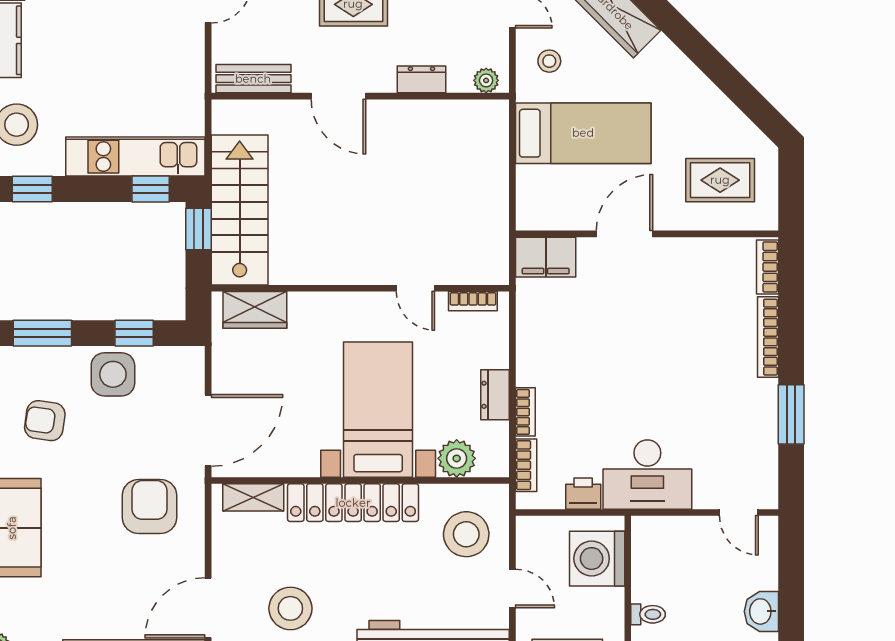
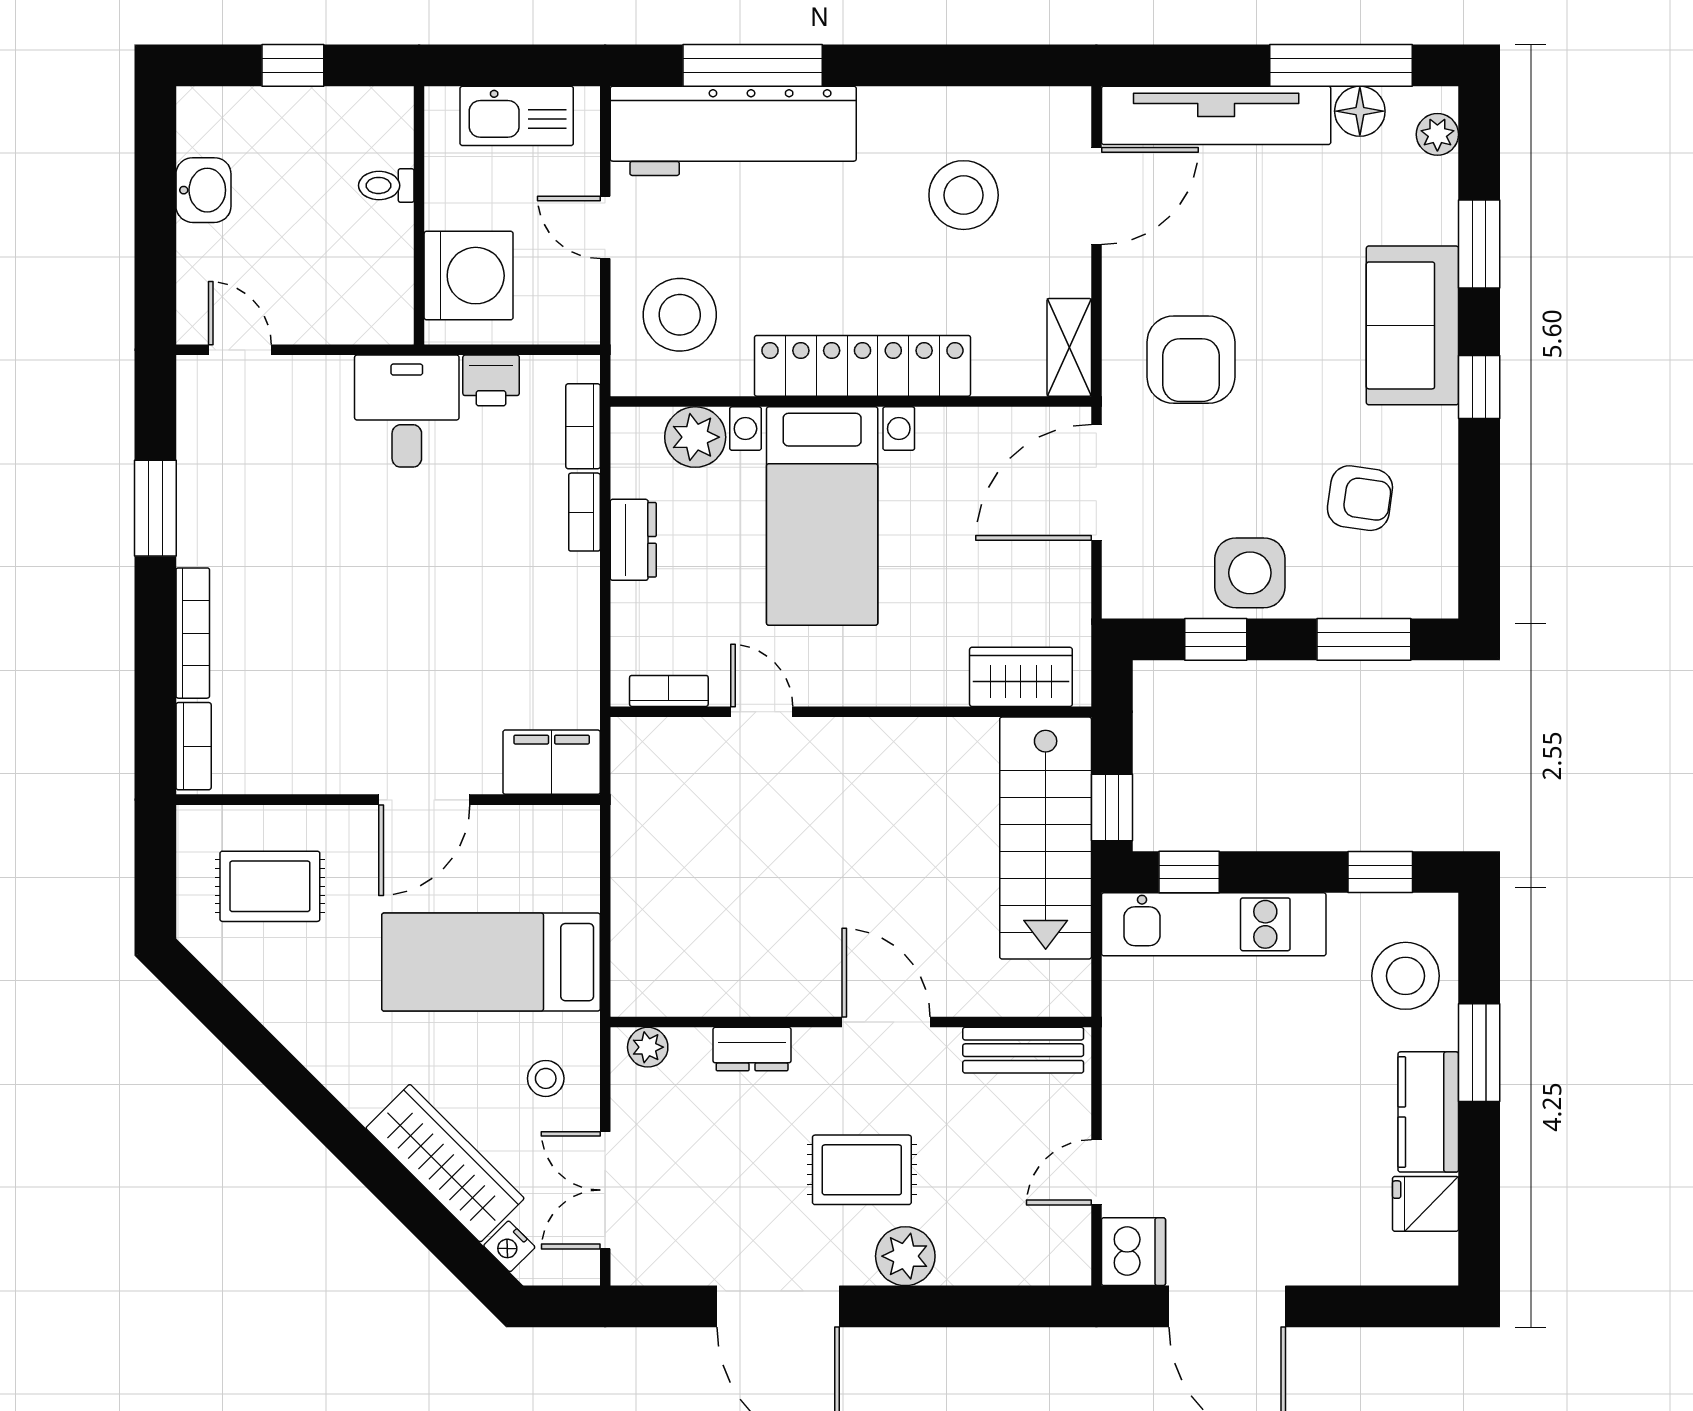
desk: (647, 475) -> (407, 411), width x0.73
shelving: (253, 497) -> (1069, 347), moved, turned 90

